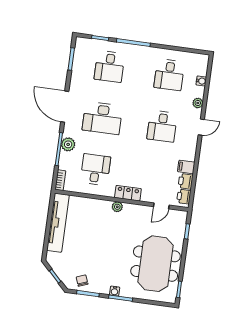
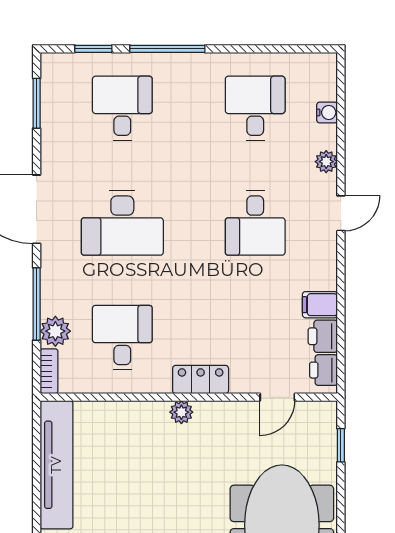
desk: (109, 67) -> (122, 108), turned 180
desk: (169, 75) -> (255, 108), turned 180
plant: (68, 144) -> (55, 331), moved

